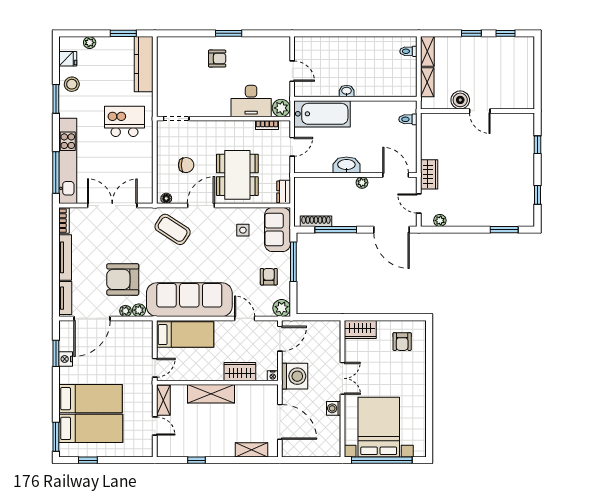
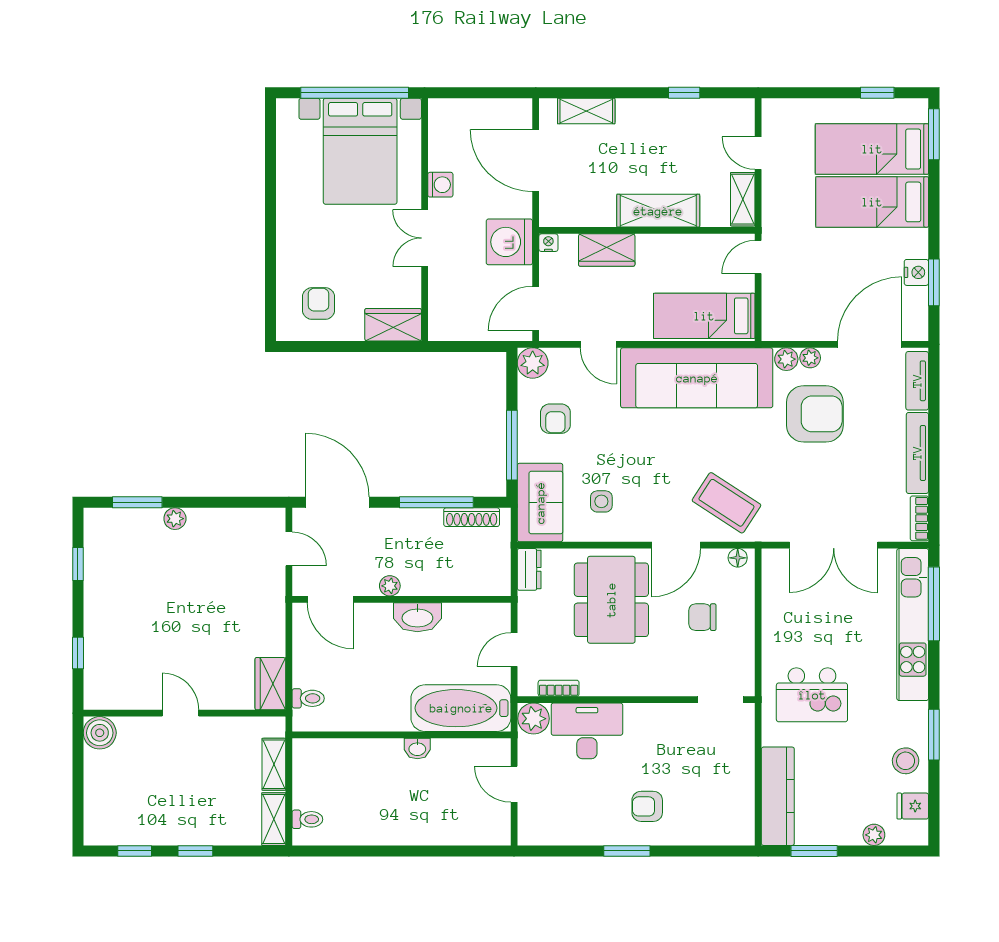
boiler: (460, 100) -> (100, 733), moved
wardrobe: (429, 174) -> (270, 684), moved
plant: (440, 220) -> (175, 519), moved

